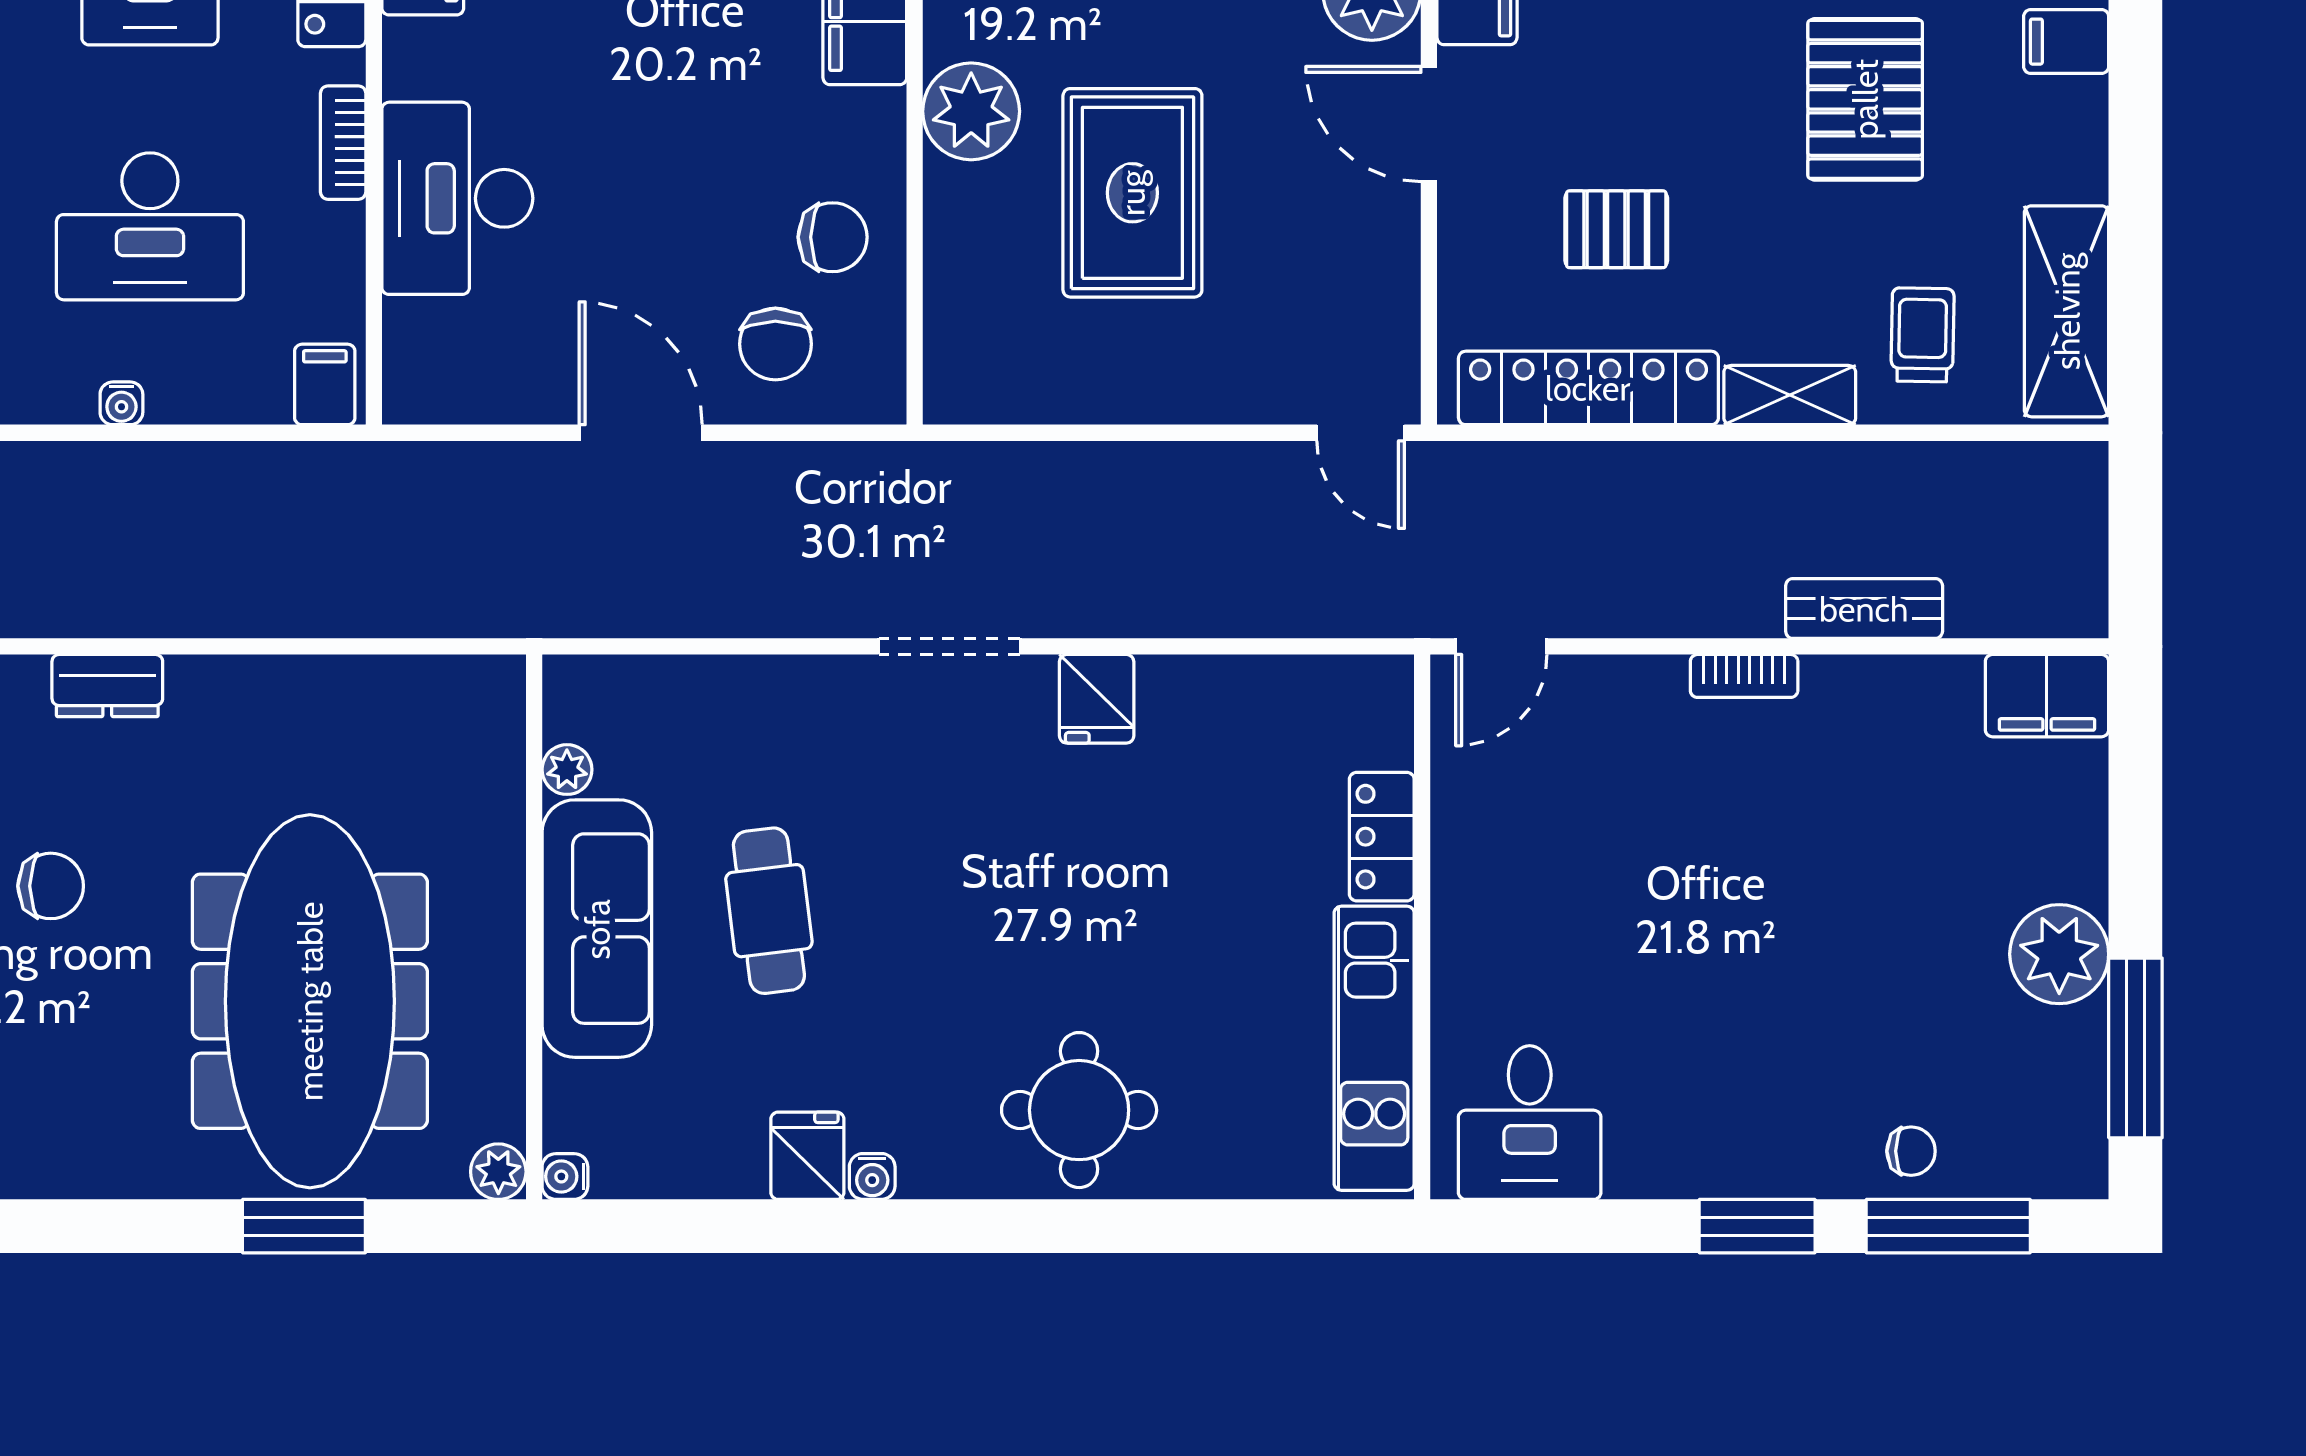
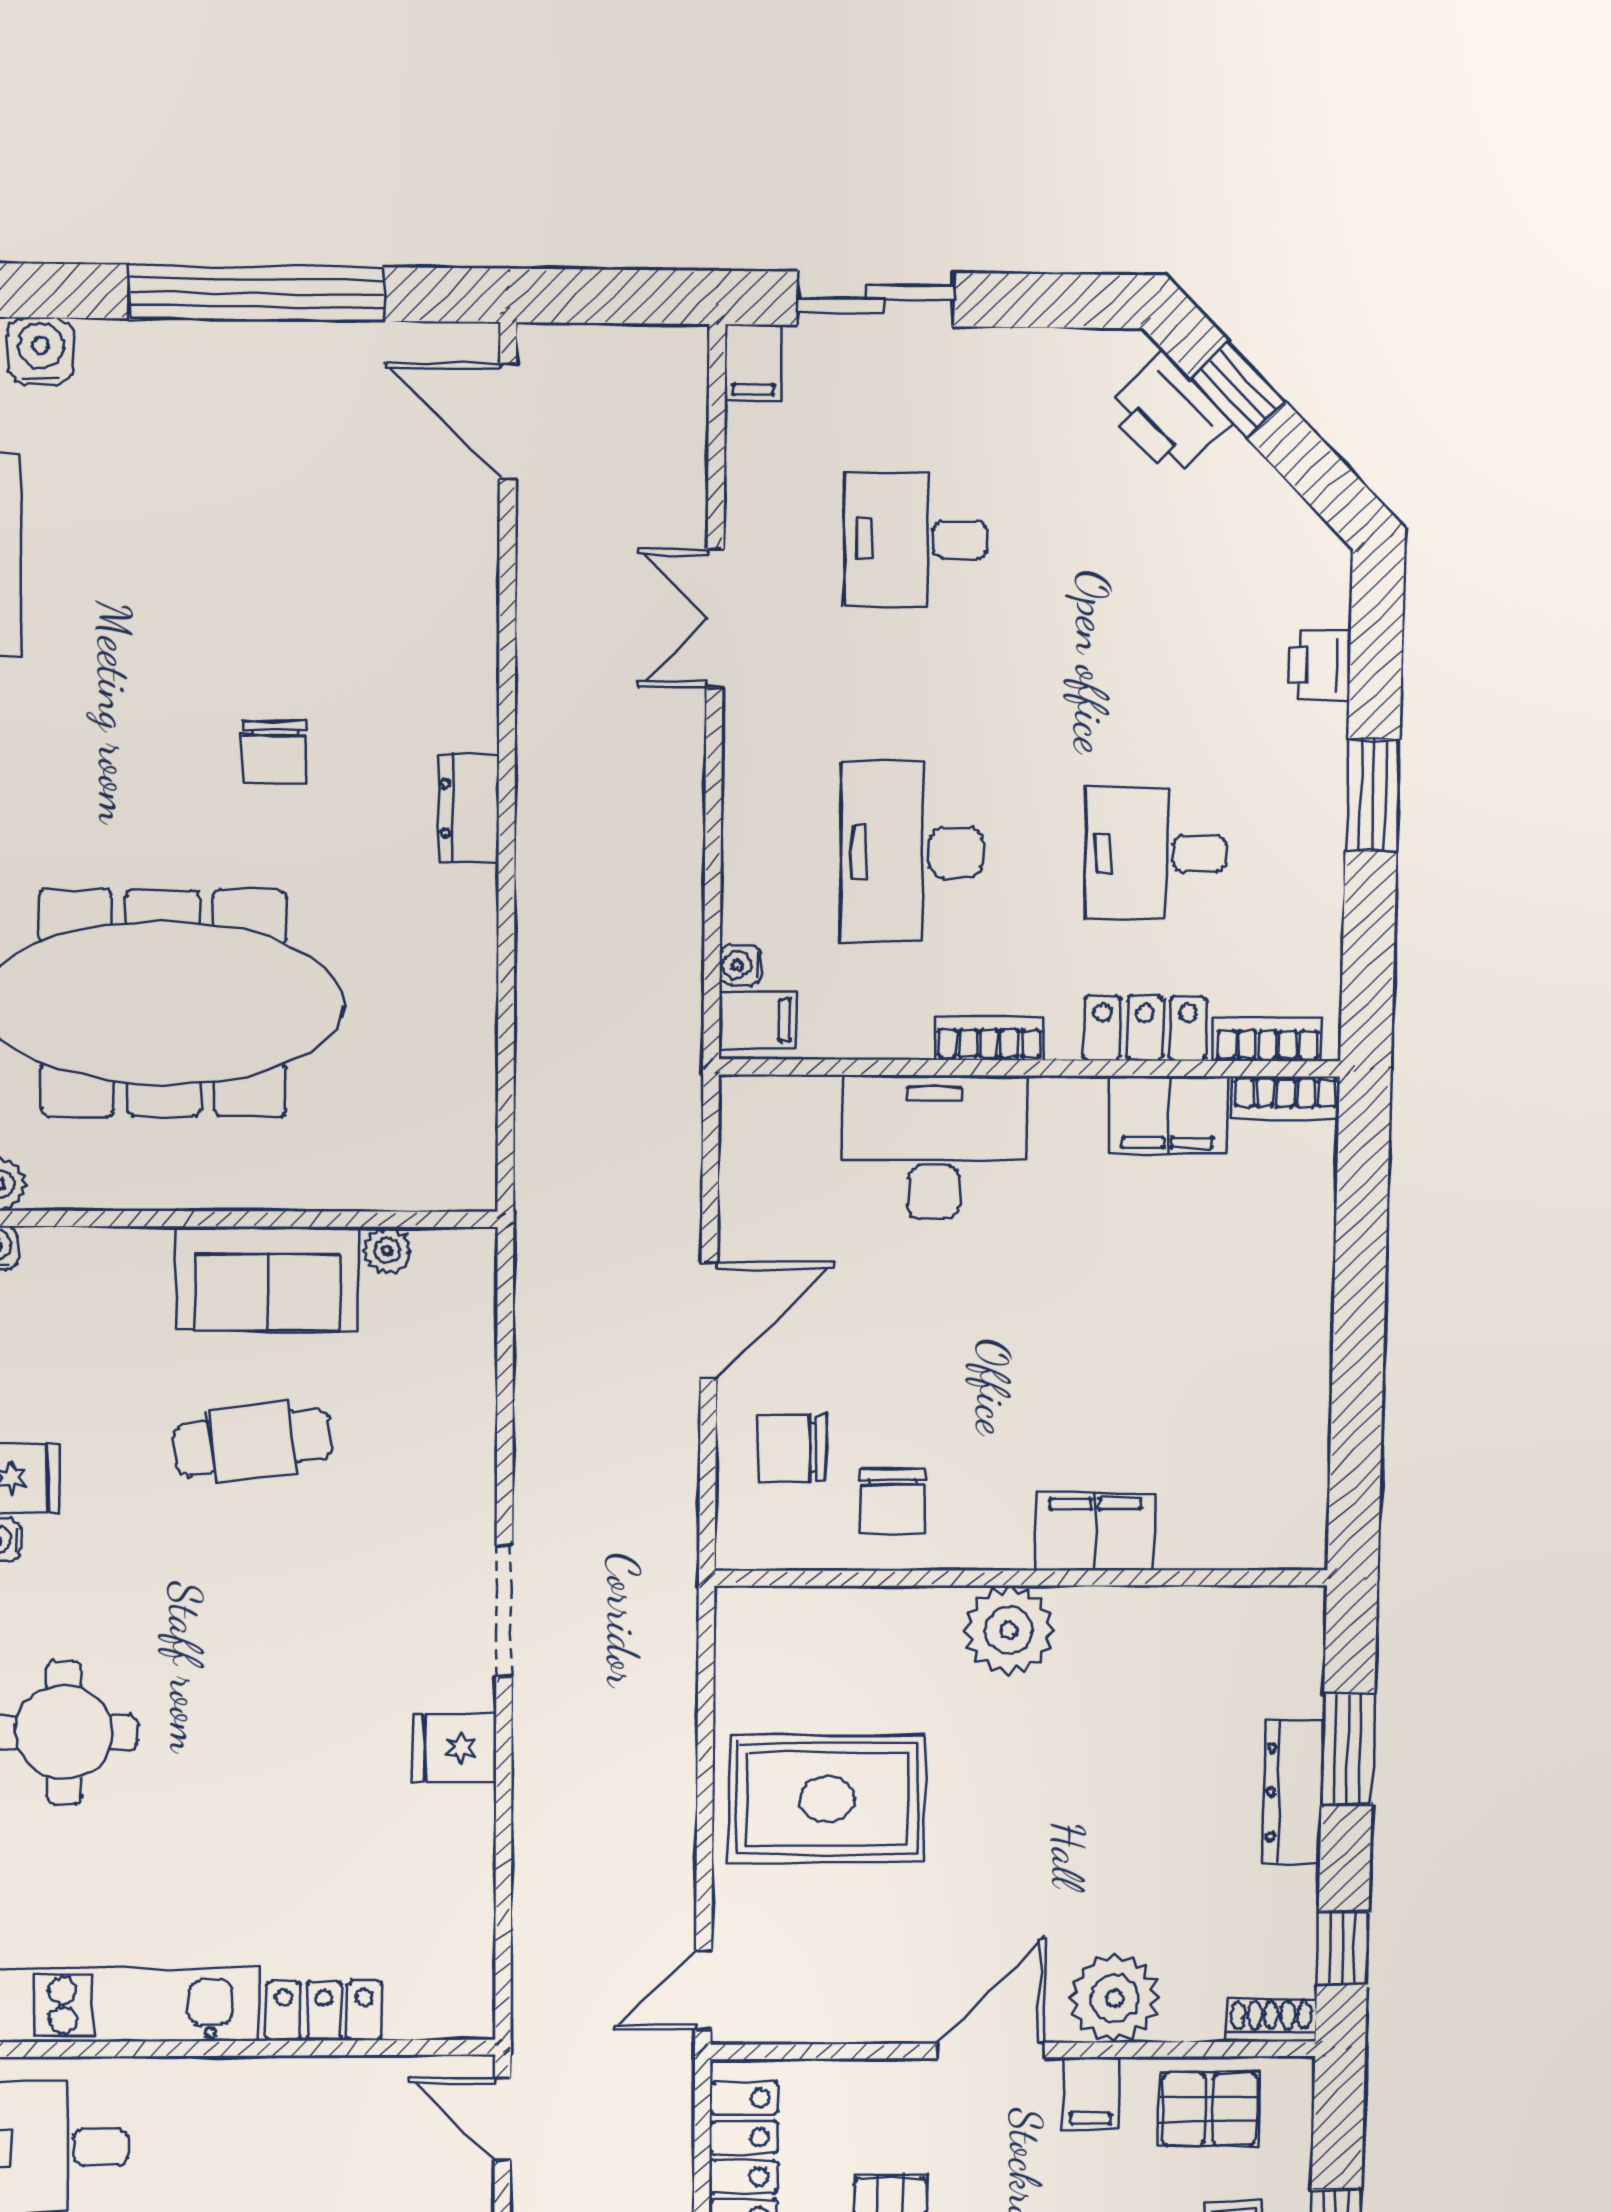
rug: (1132, 193) -> (827, 1799), moved
water cooler: (121, 403) -> (740, 965), moved
sofa: (597, 929) -> (267, 1279), width x0.73

